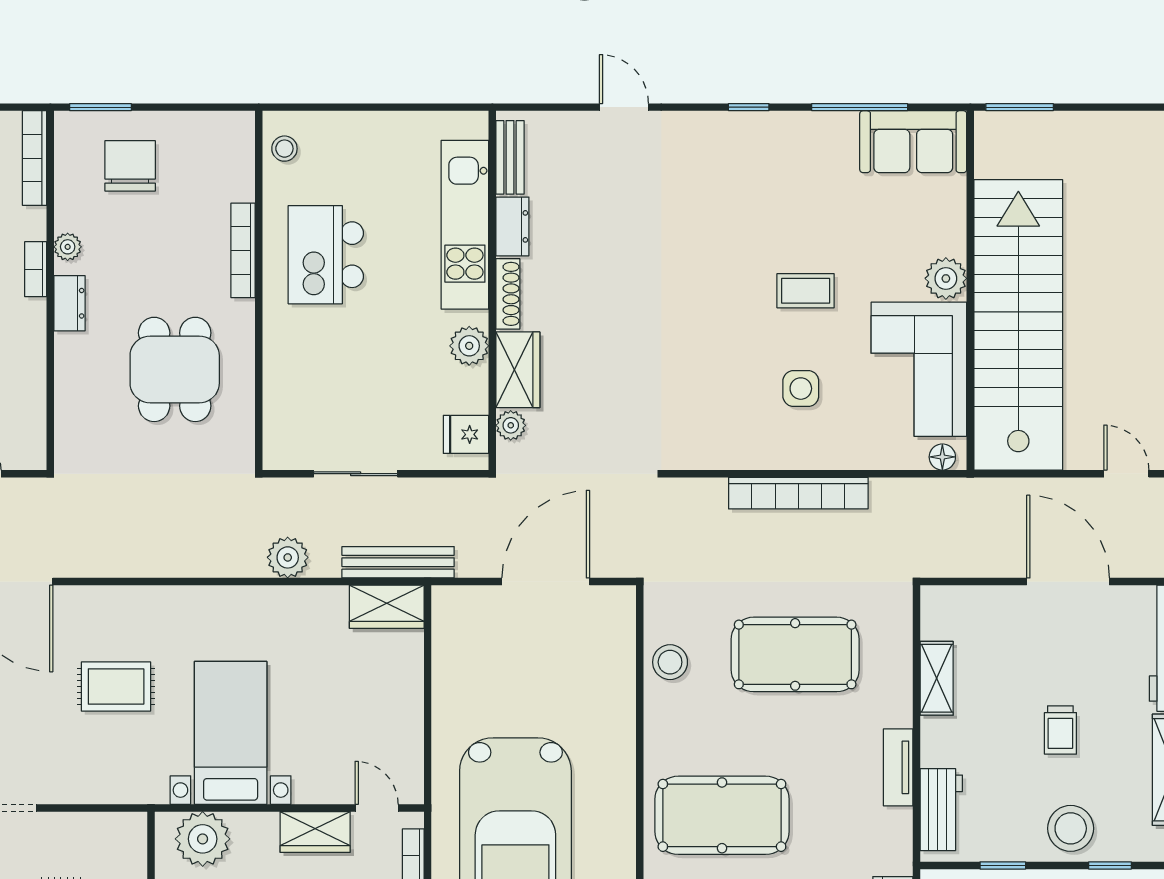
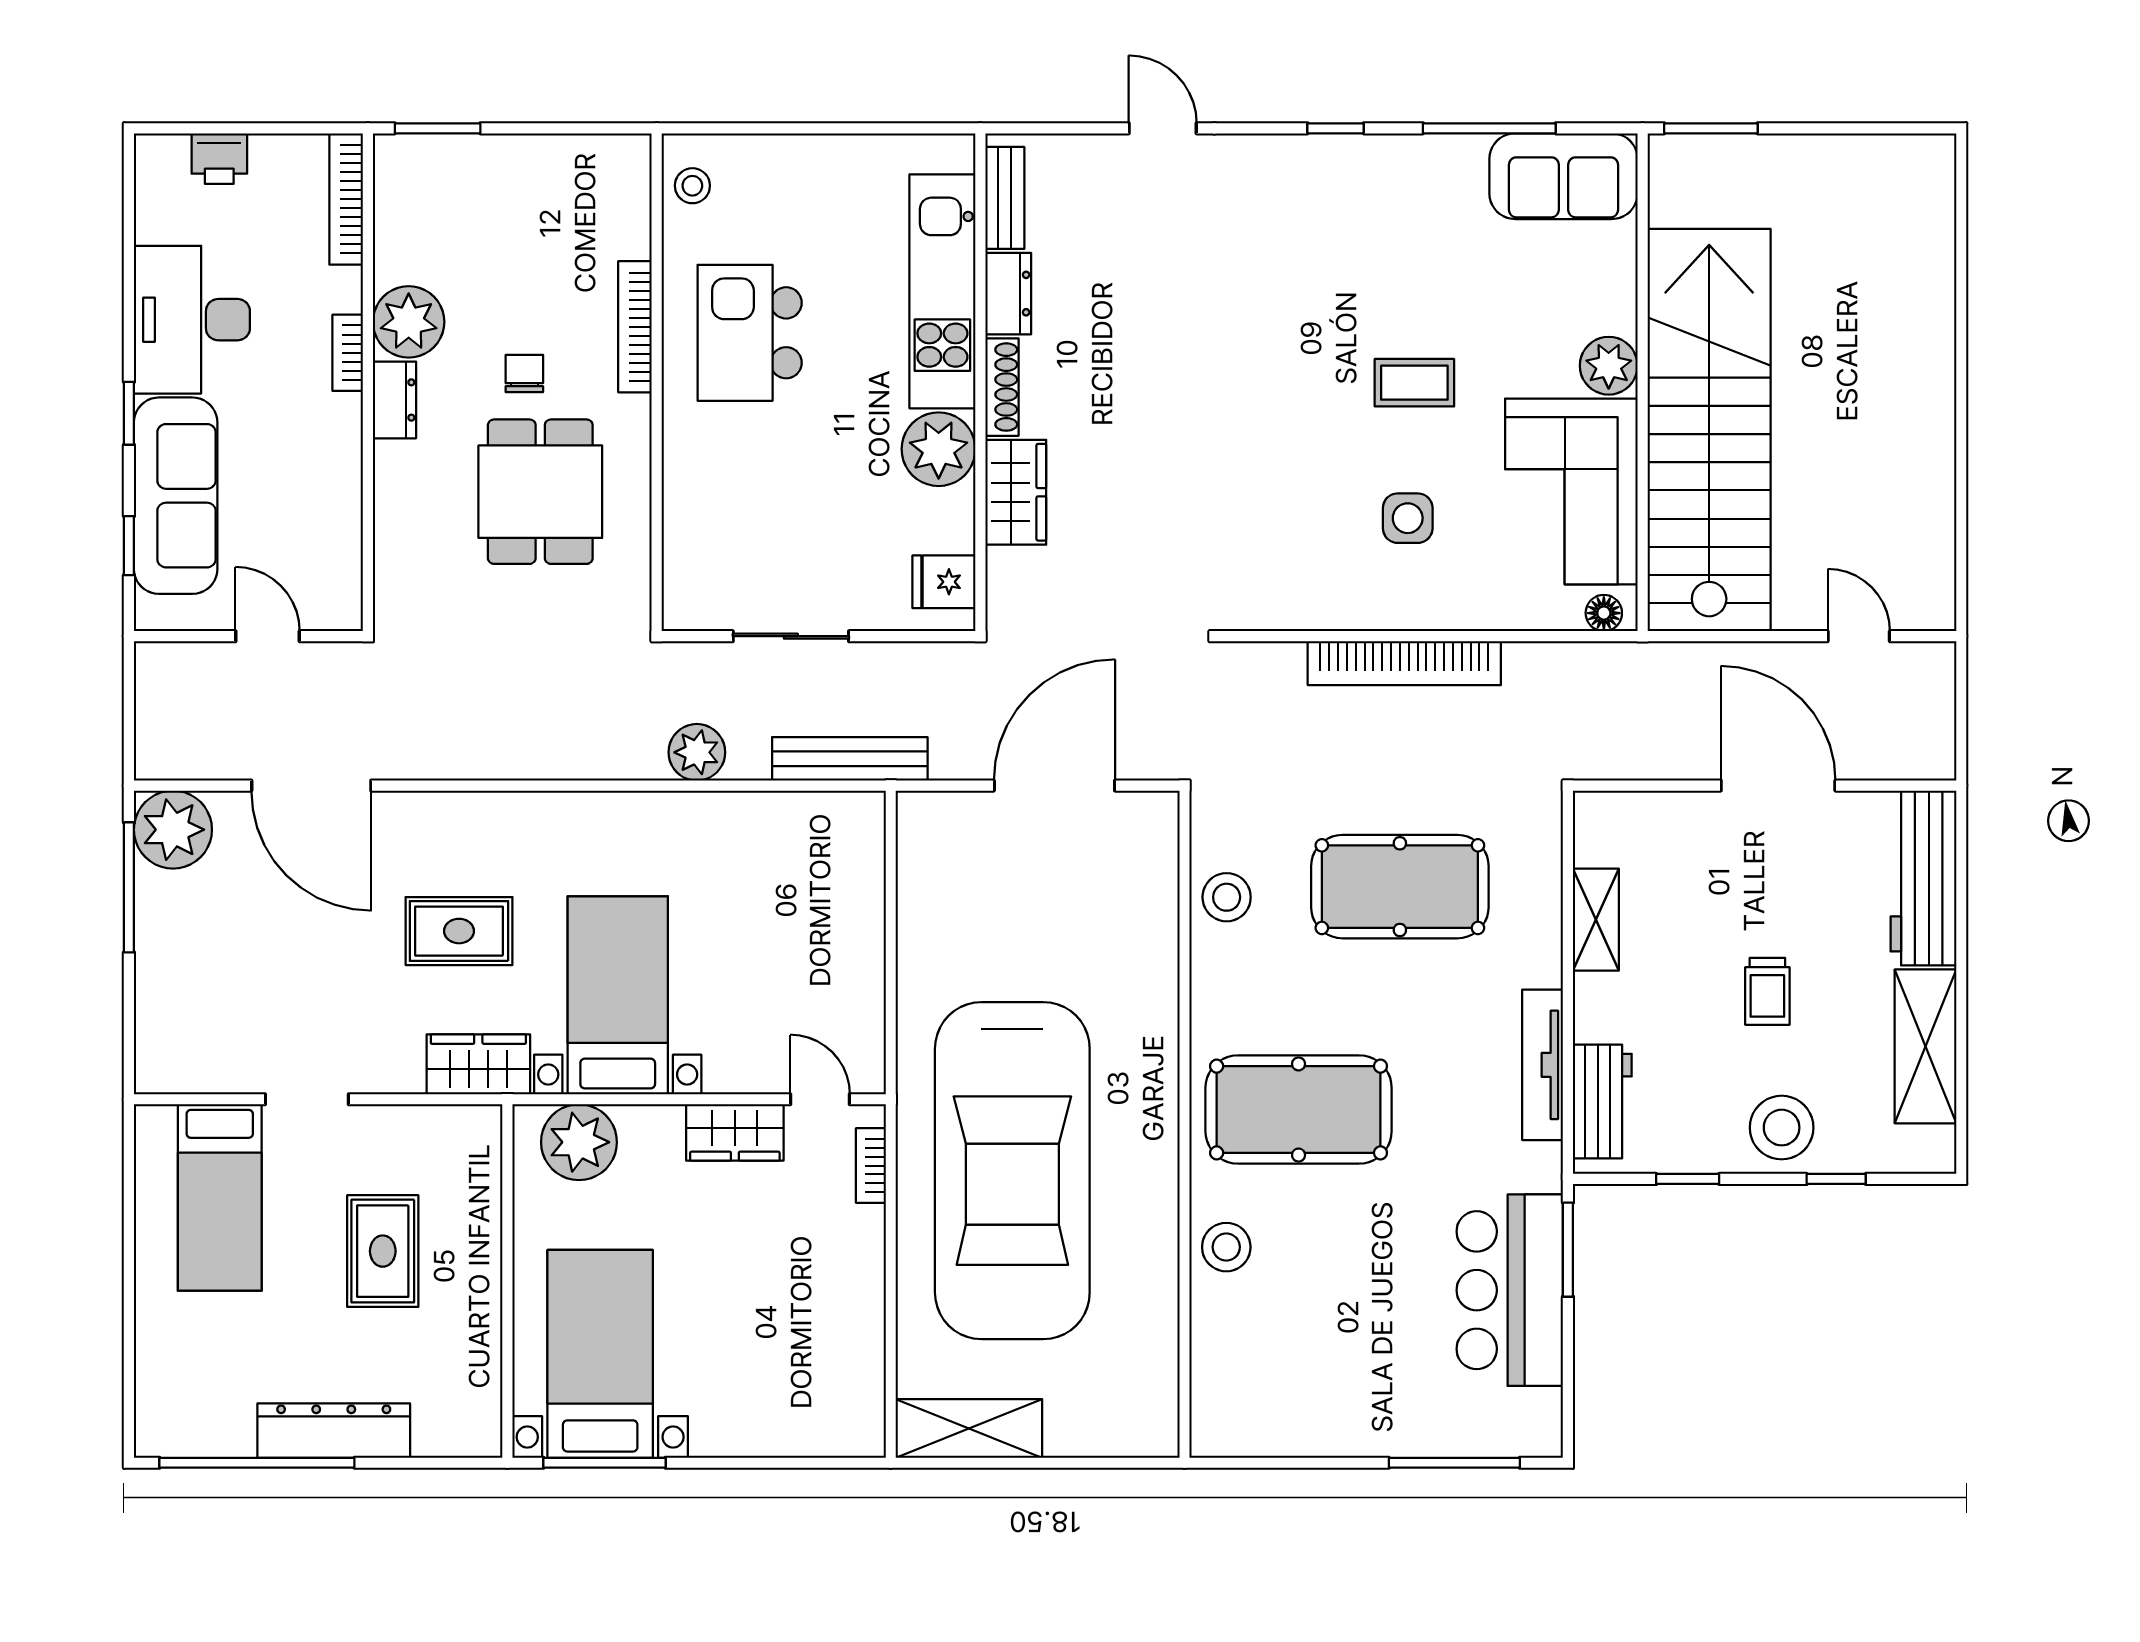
chair: (130, 166) -> (524, 373), moved, width x0.54, depth x0.54
plant: (68, 247) -> (409, 322), width x1.88, depth x1.88
plant: (469, 346) -> (939, 449), width x1.36, depth x1.36
plant: (511, 425) -> (1006, 569), removed
wardrobe: (387, 607) -> (478, 1064), moved, turned 180
tv unit: (898, 767) -> (1543, 1065), width x1.41

